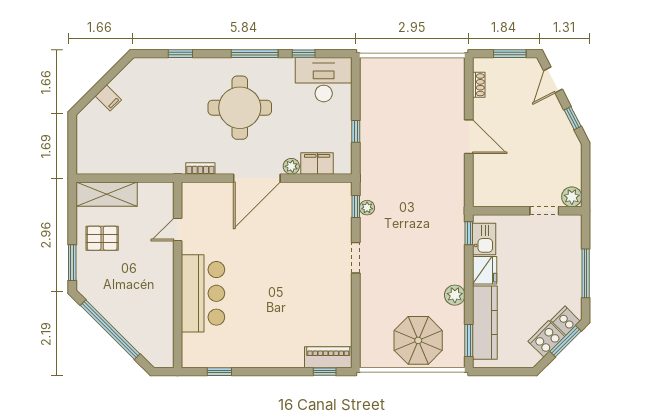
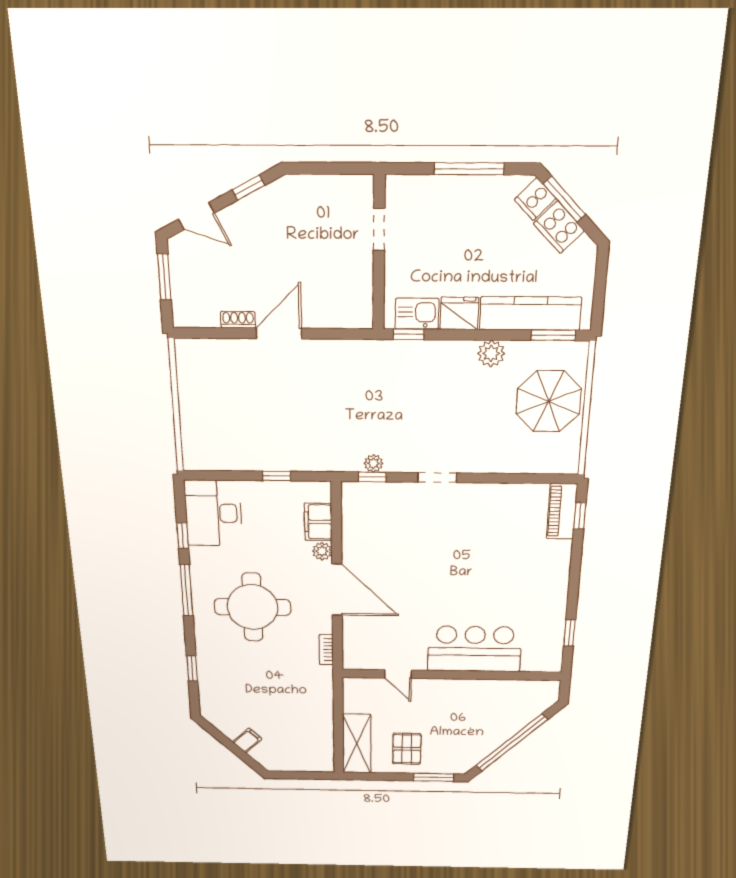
shoe rack: (479, 85) -> (238, 320), moved
plant: (572, 197) -> (360, 189), removed

